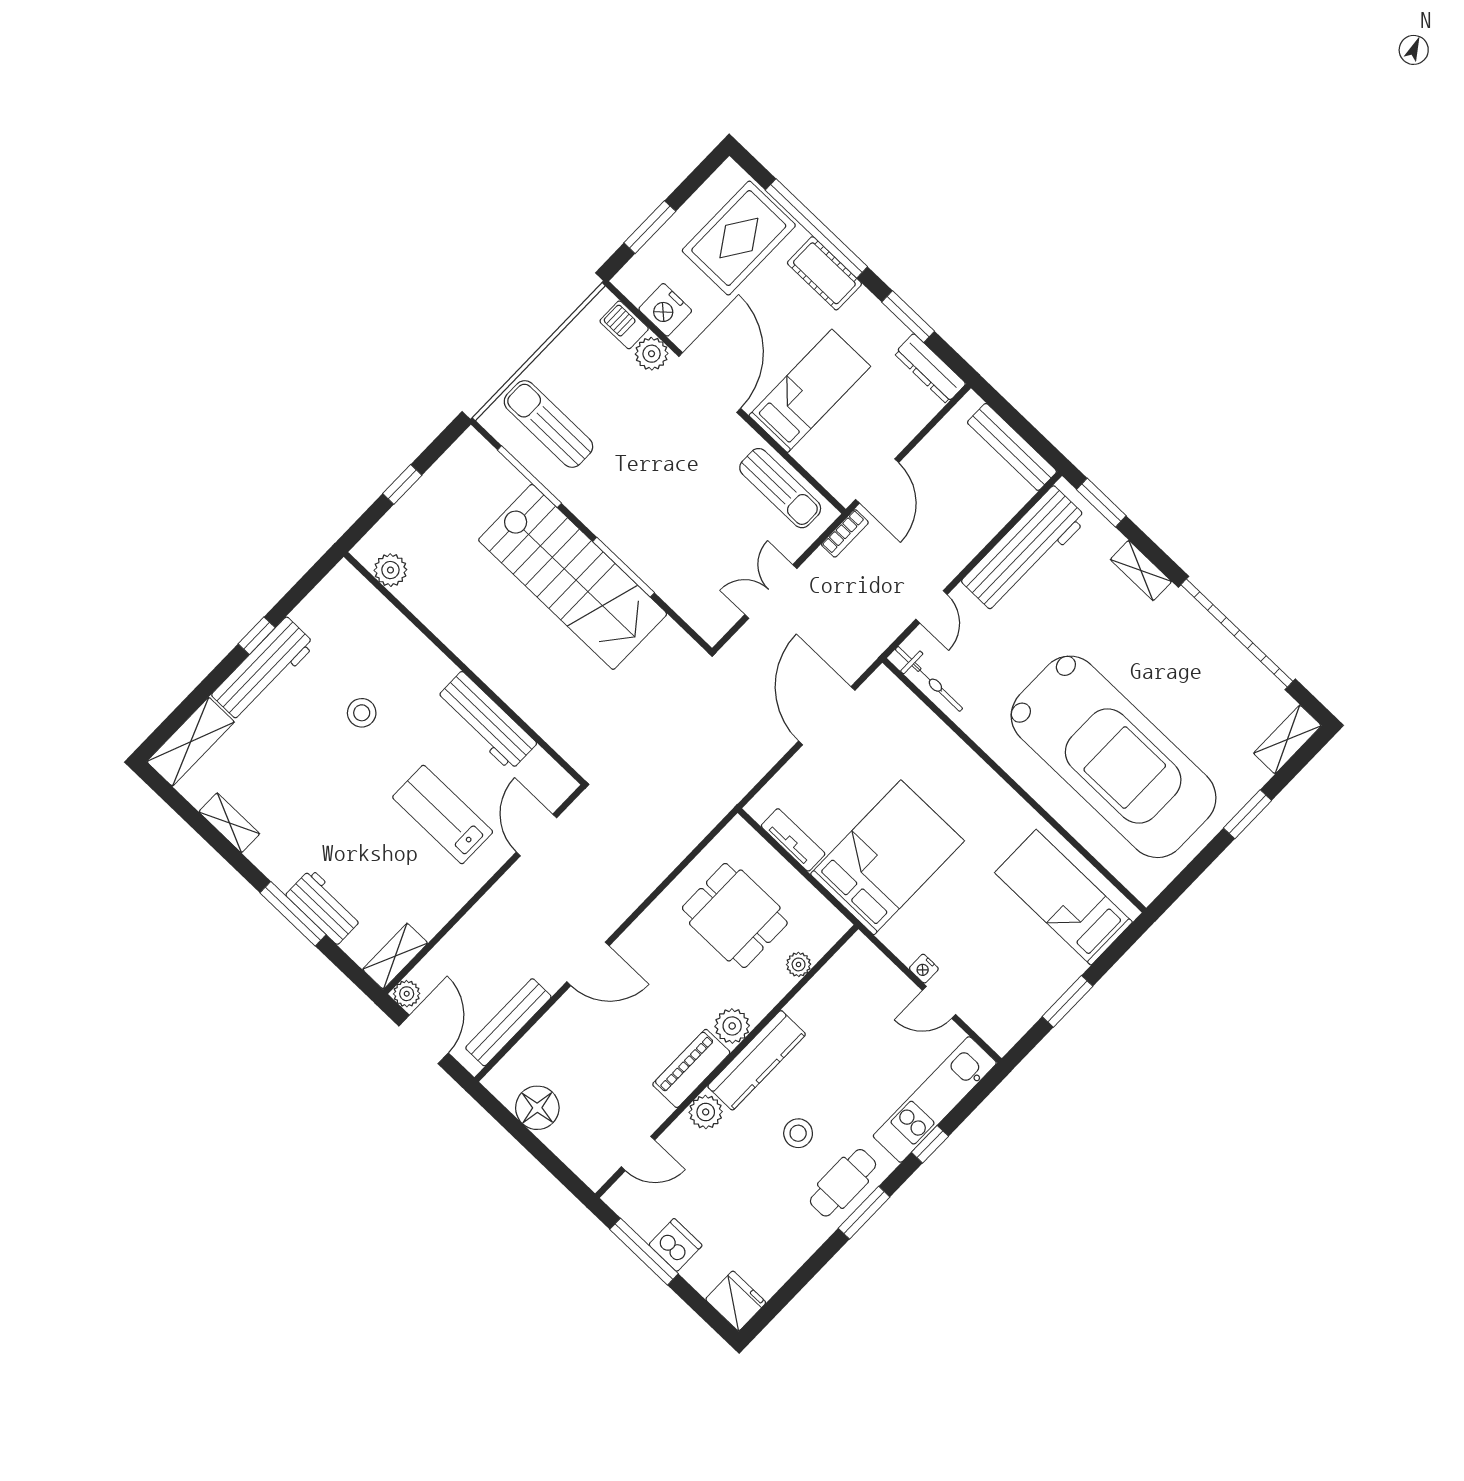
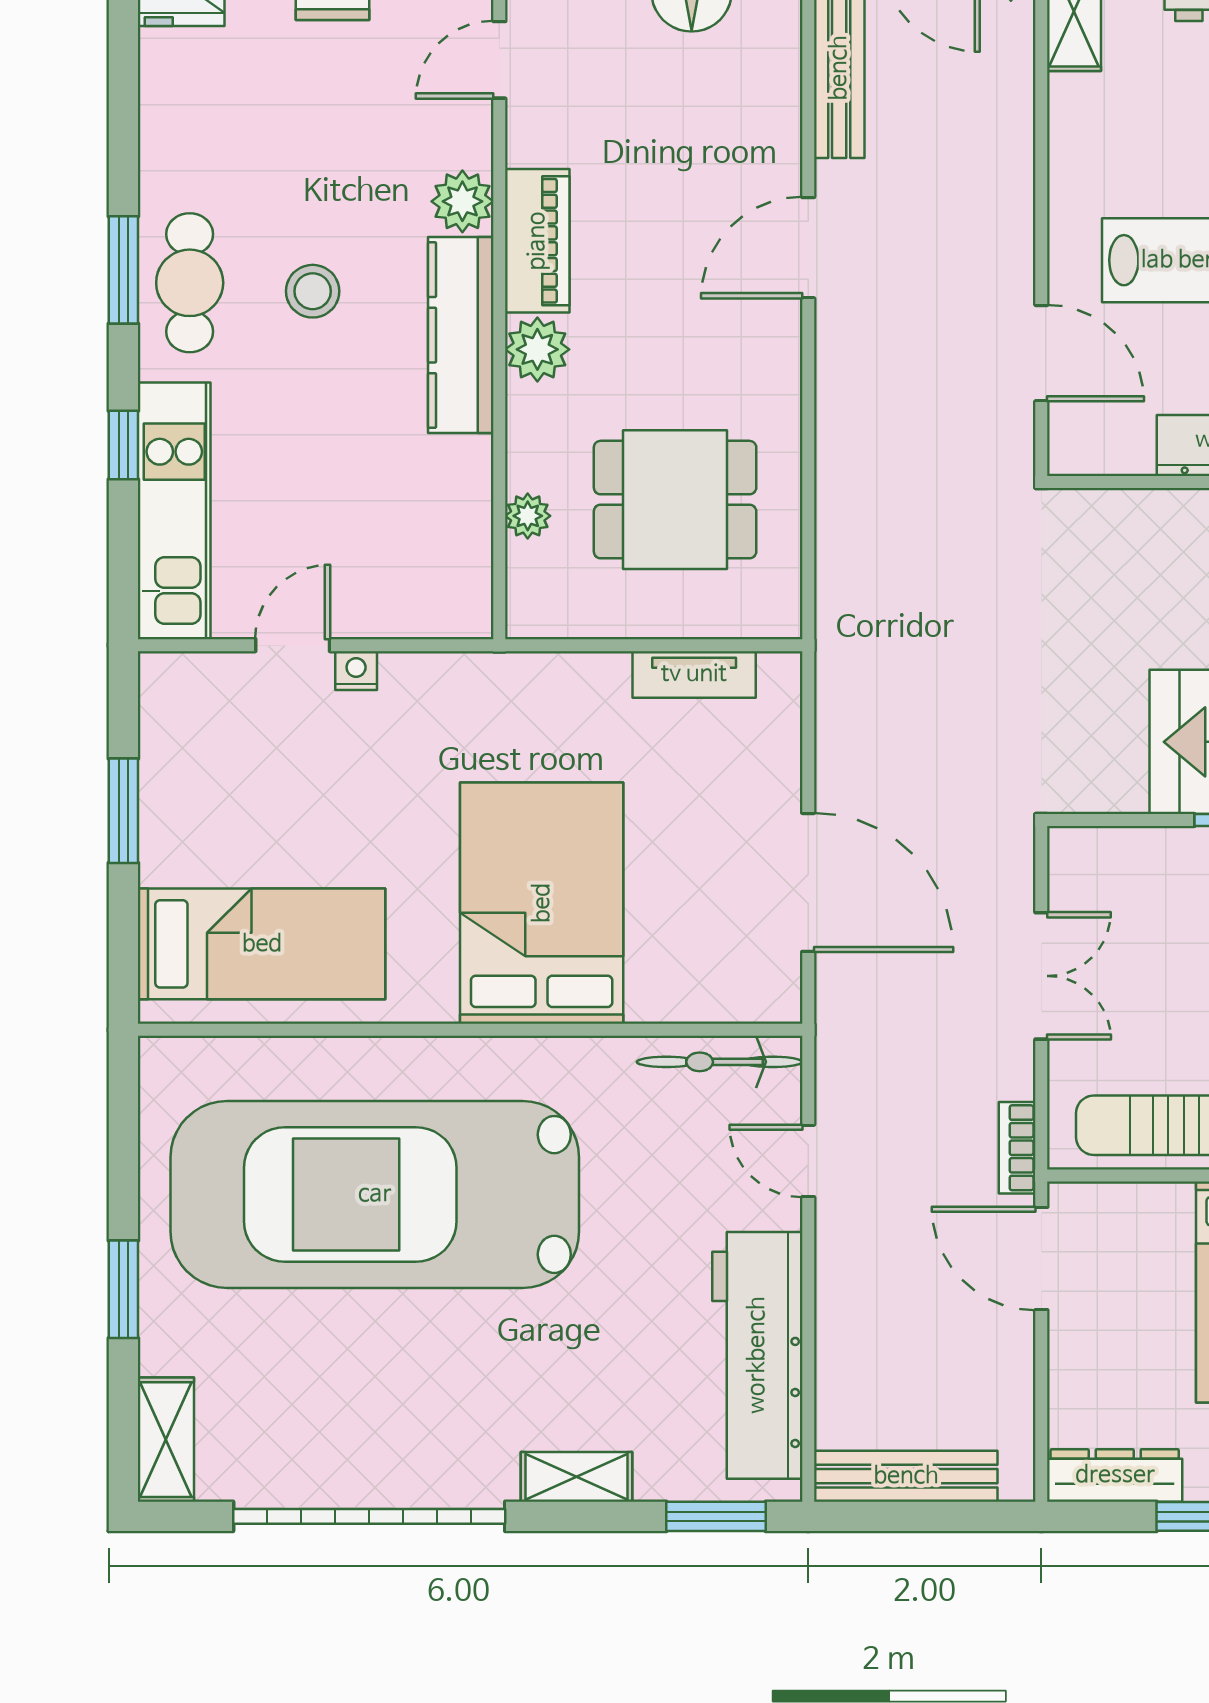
bed: (887, 857) -> (542, 903), moved, turned 180

